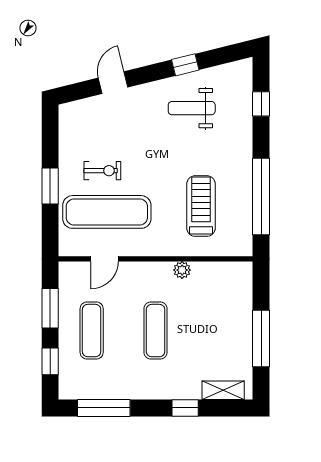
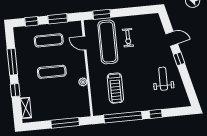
window: (185, 65) -> (179, 59), moved
window: (261, 104) -> (156, 114), moved
window: (50, 186) -> (102, 14), moved
treadmill: (201, 206) -> (115, 88), turned 90
window: (261, 339) -> (65, 123), moved
window: (104, 408) -> (12, 62), moved

